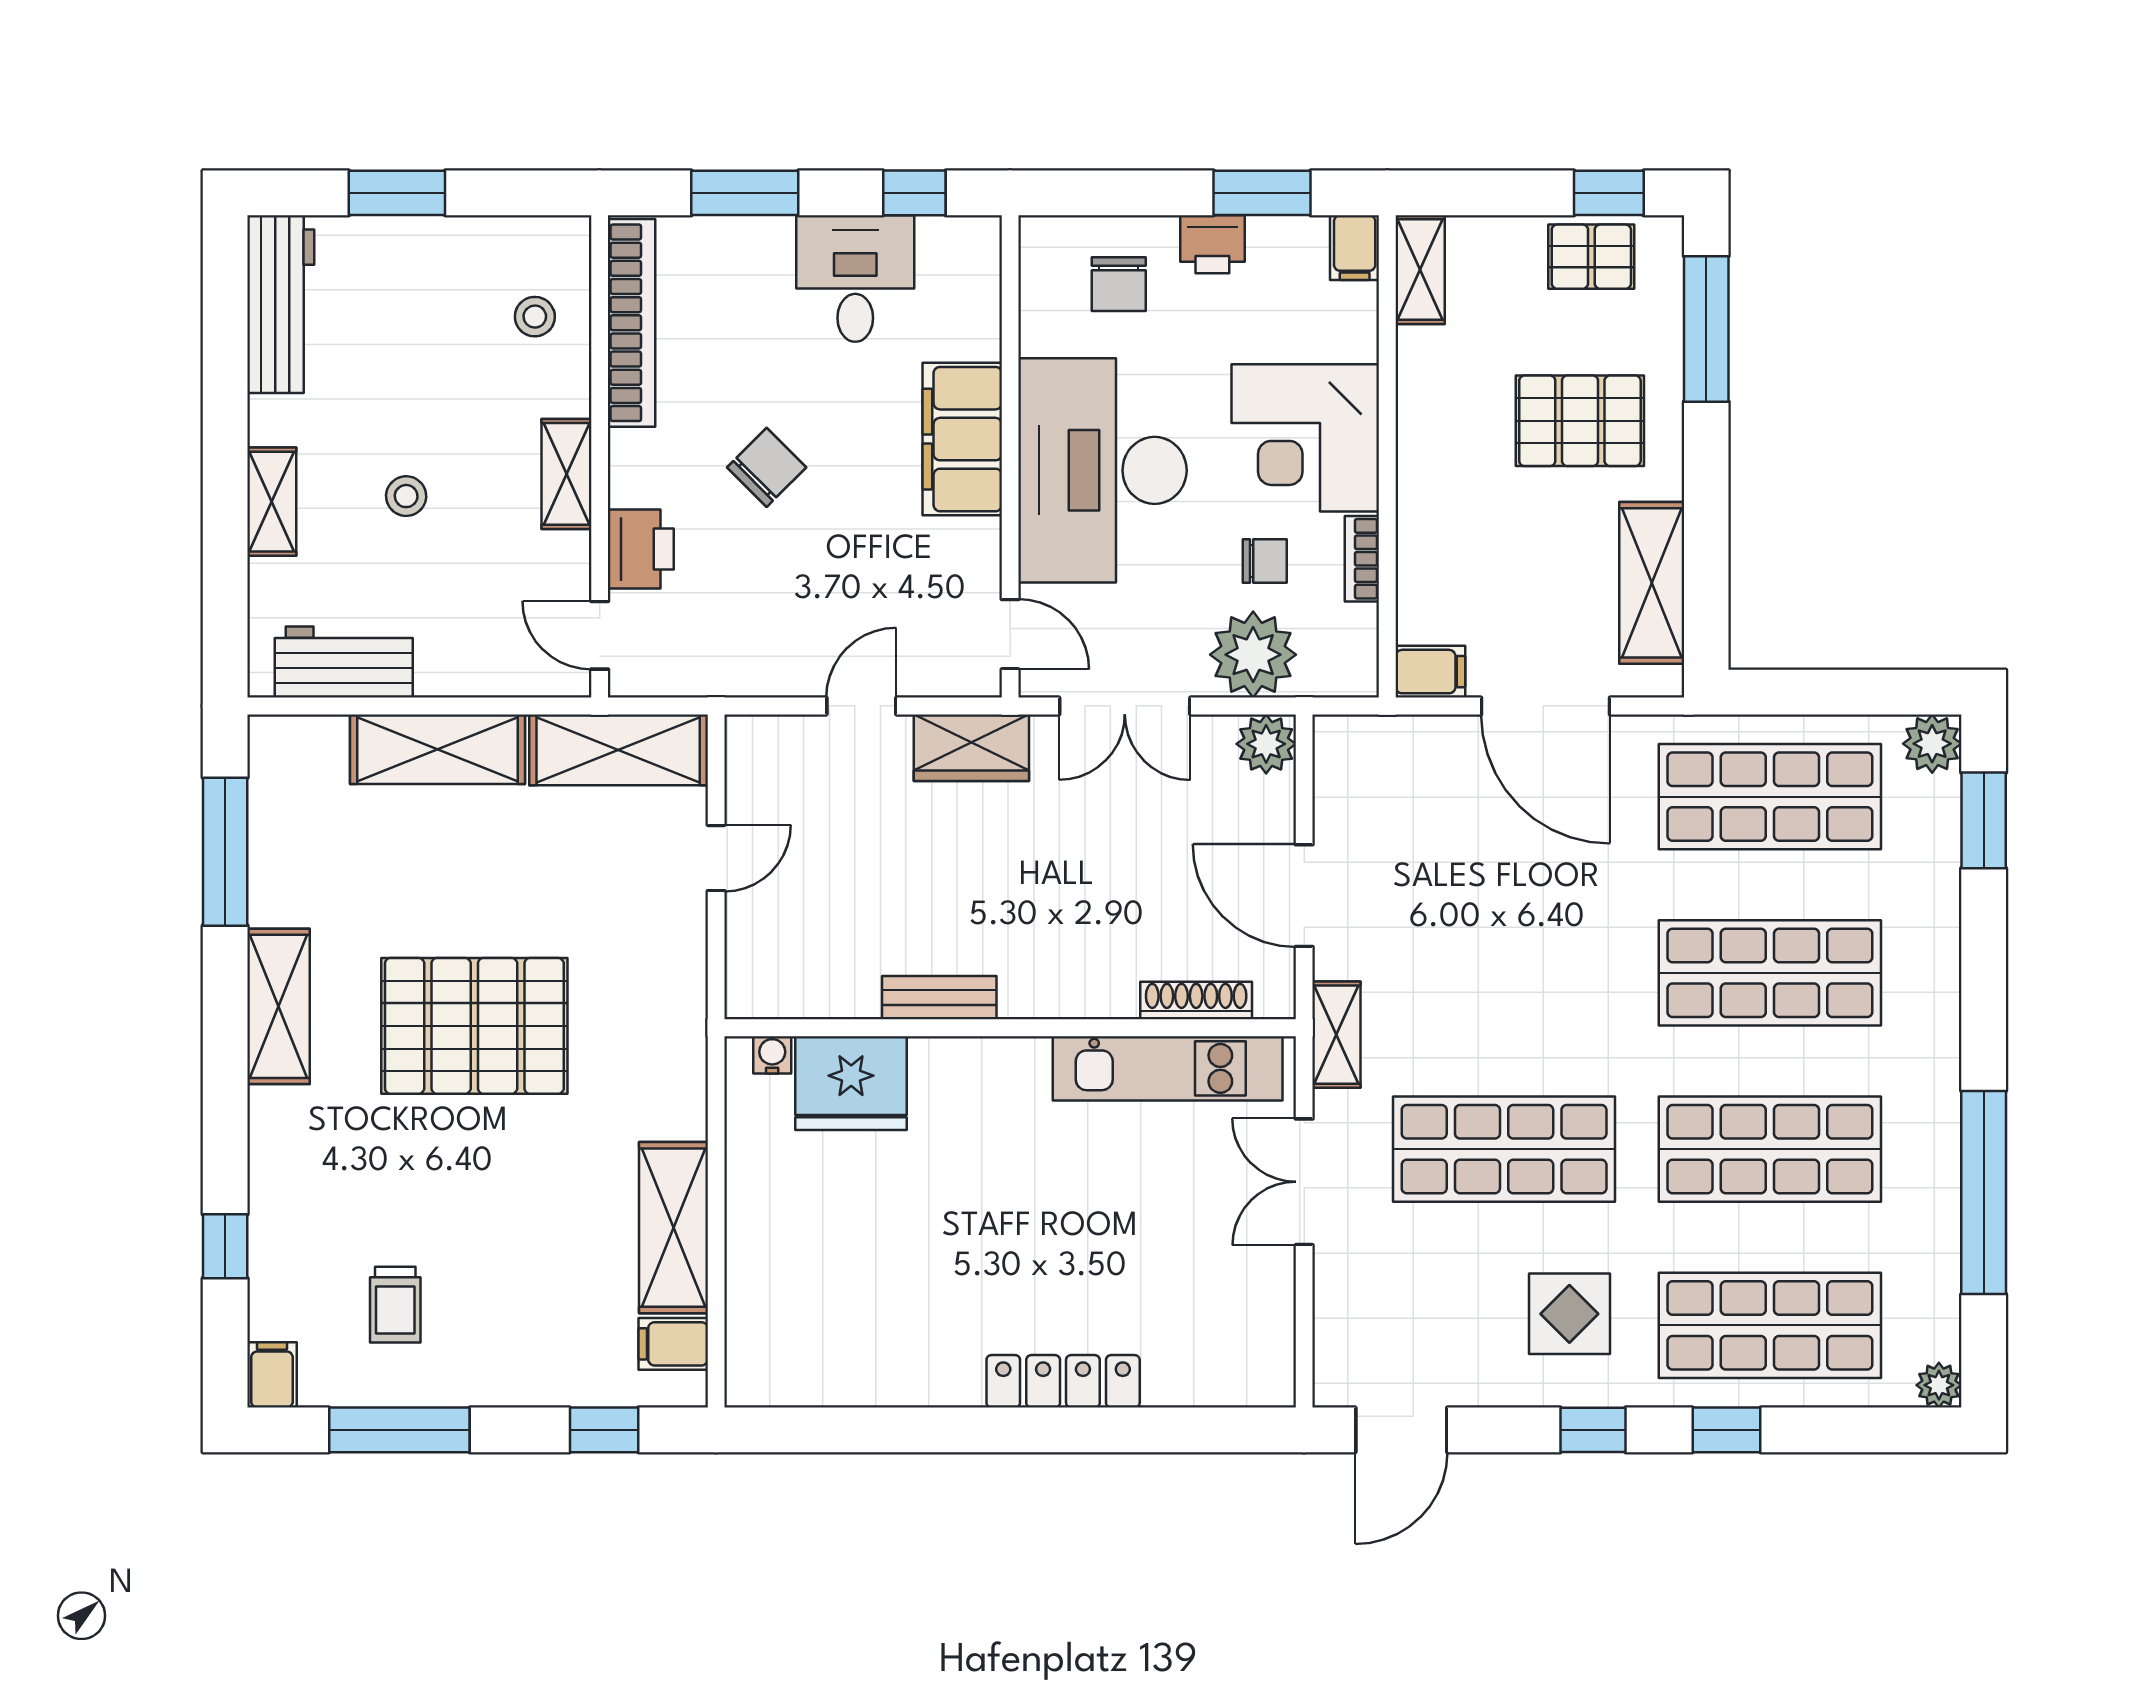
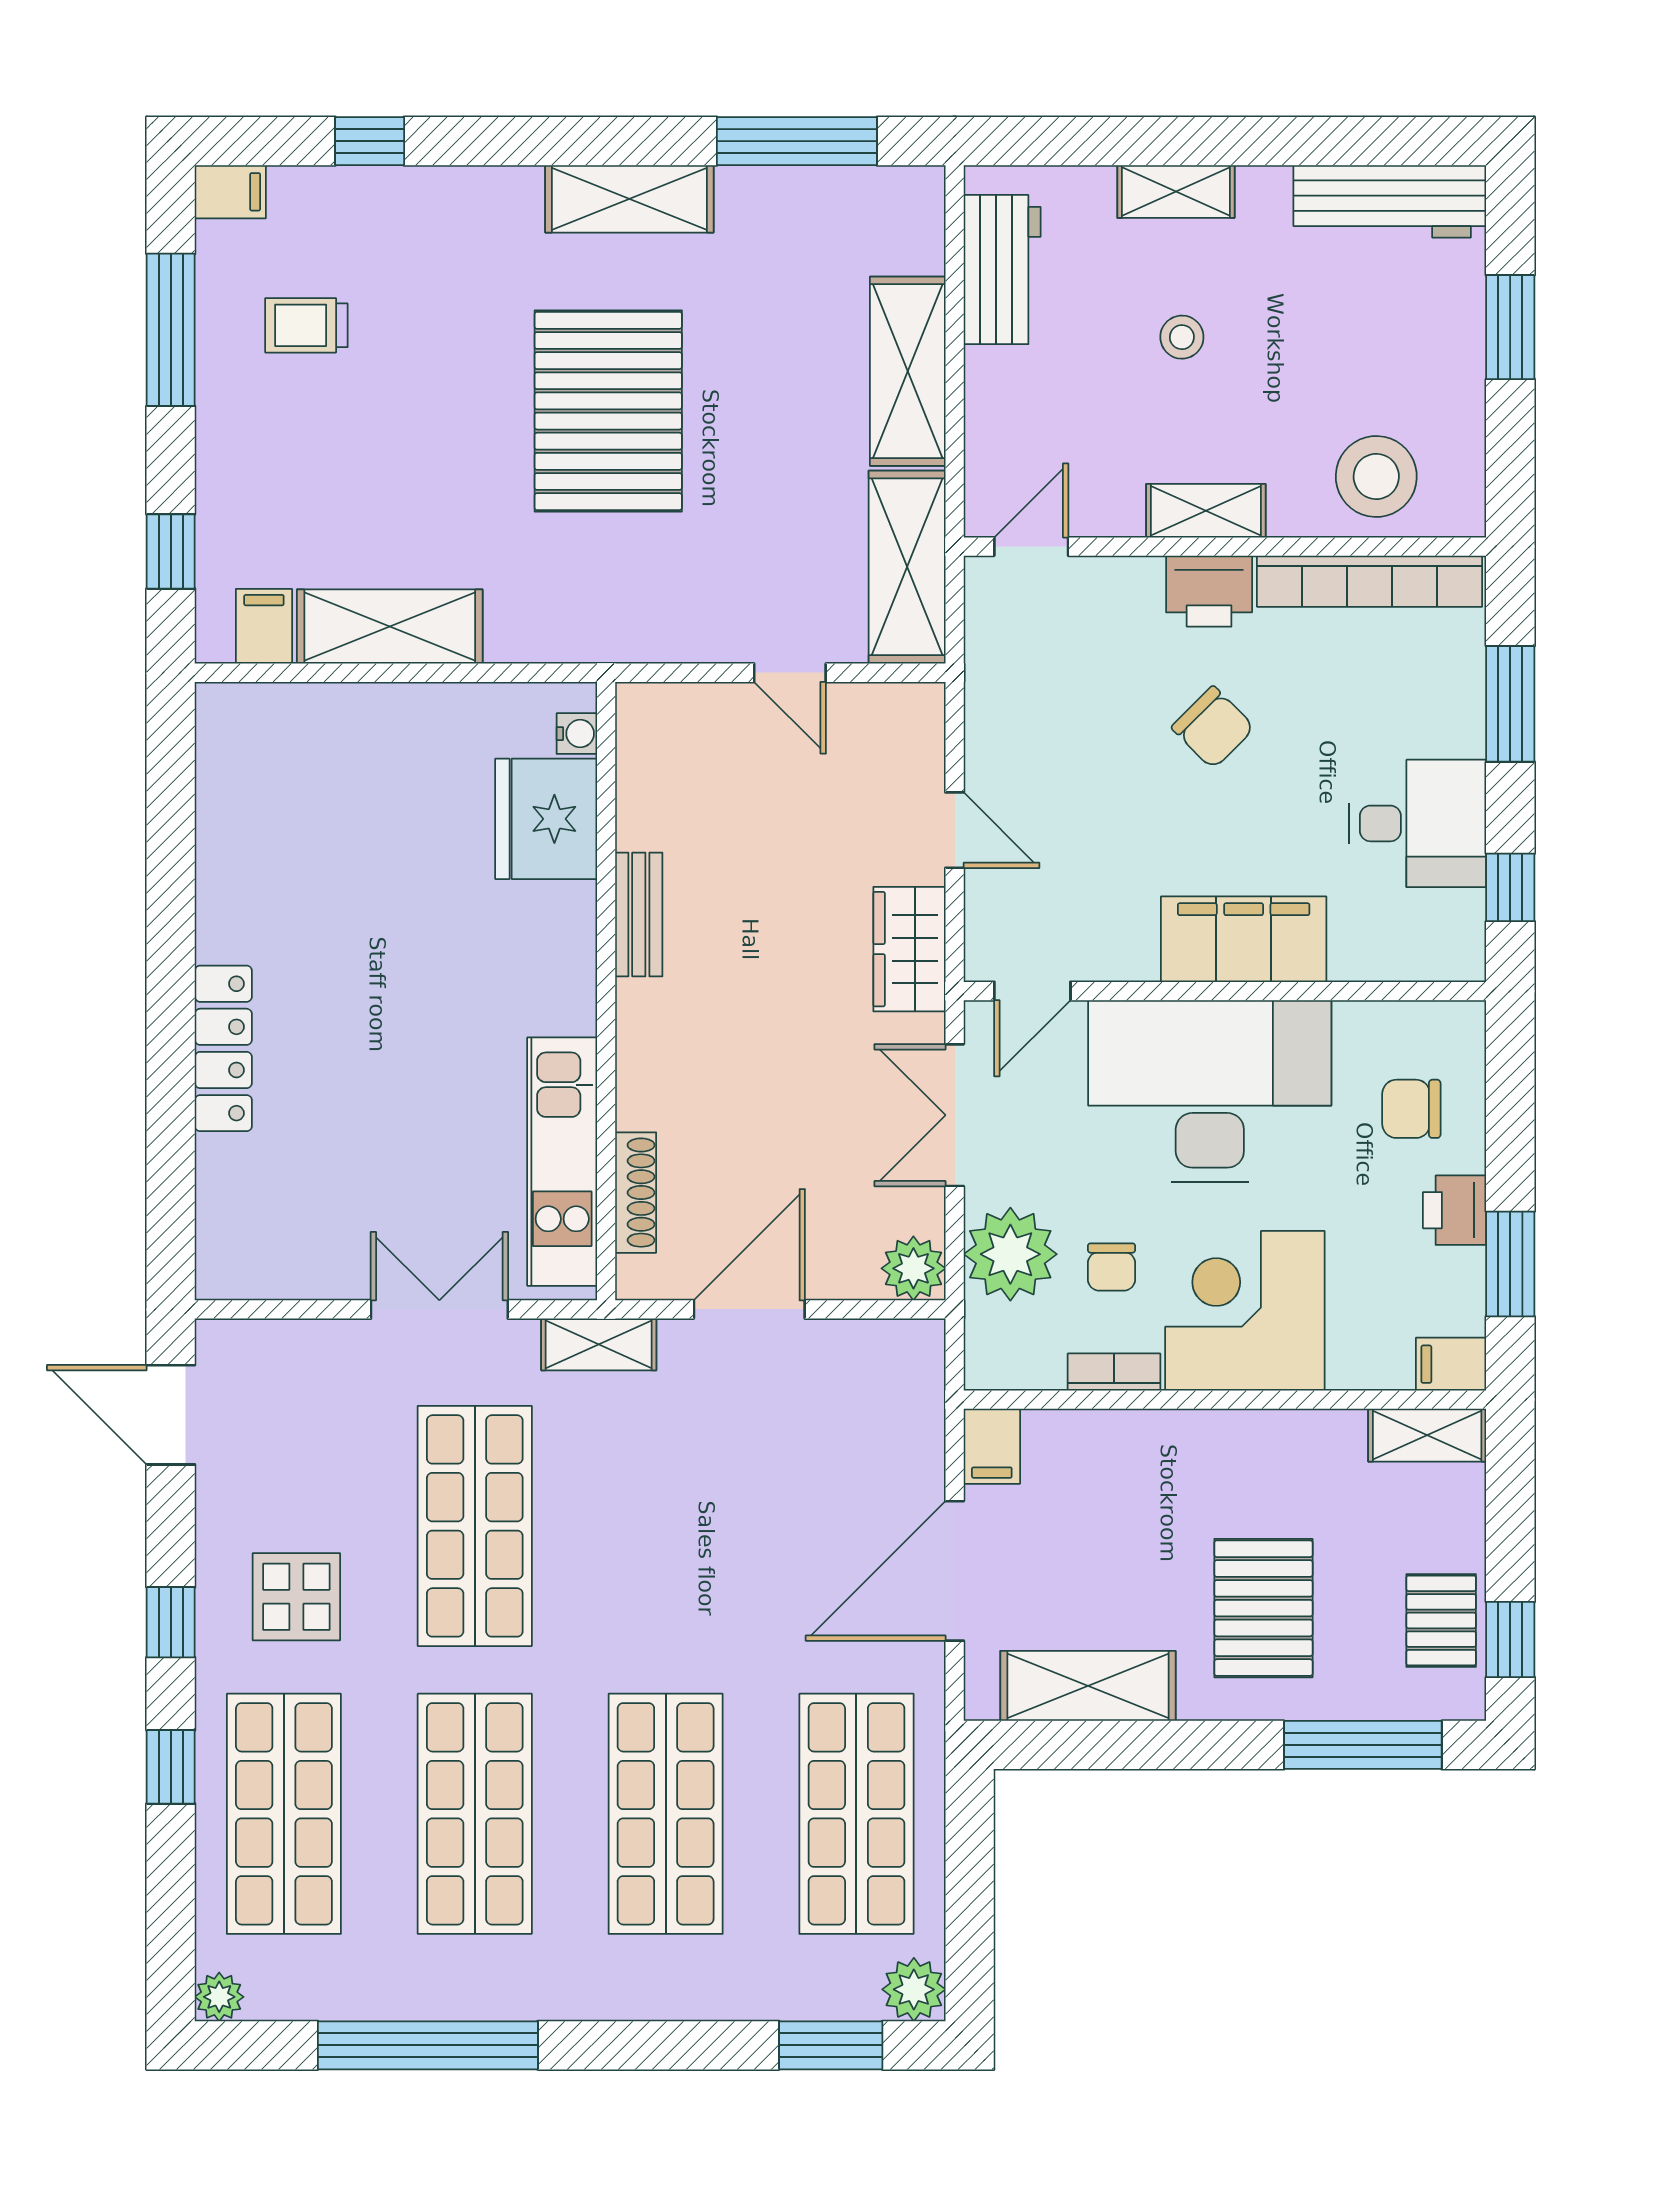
stool: (535, 317) -> (1376, 476), width x1.89, depth x1.89
printer: (641, 549) -> (1209, 591), moved

